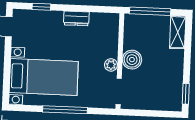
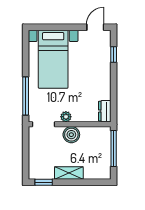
dresser: (76, 18) -> (105, 111), moved
shelving: (178, 32) -> (69, 173), moved
window: (65, 110) -> (26, 96), moved

